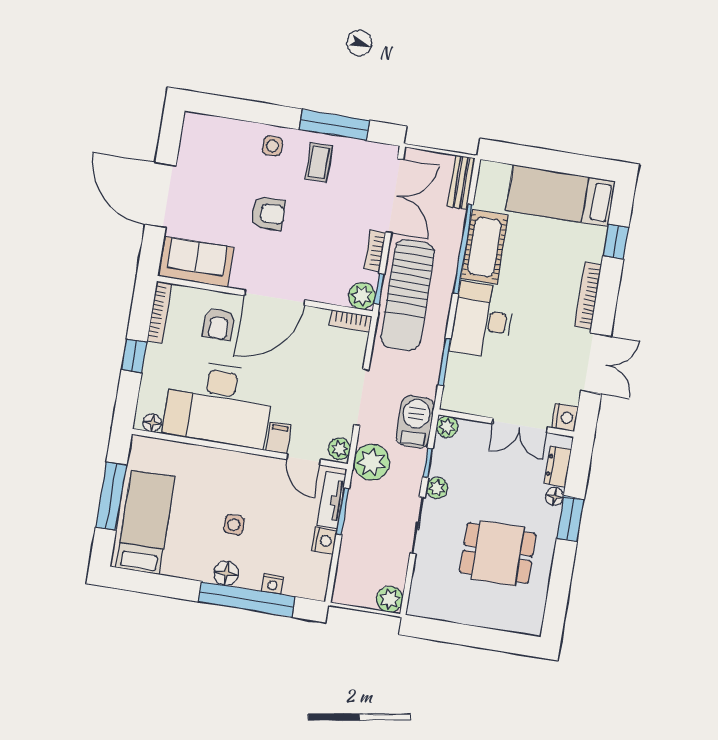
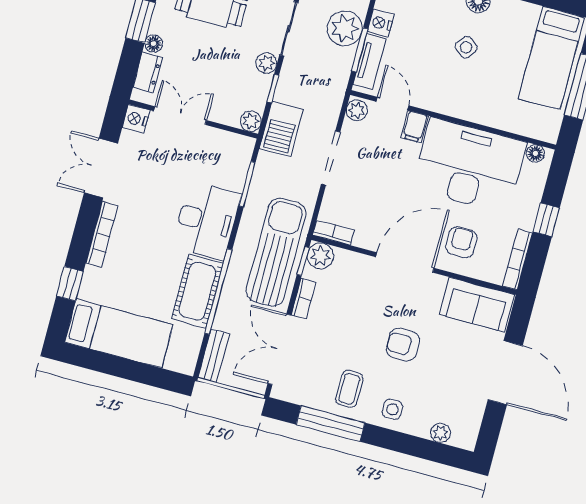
plant: (221, 127) -> (440, 433), added
plant: (372, 462) -> (345, 28), moved
side table: (234, 525) -> (466, 47), turned 37

